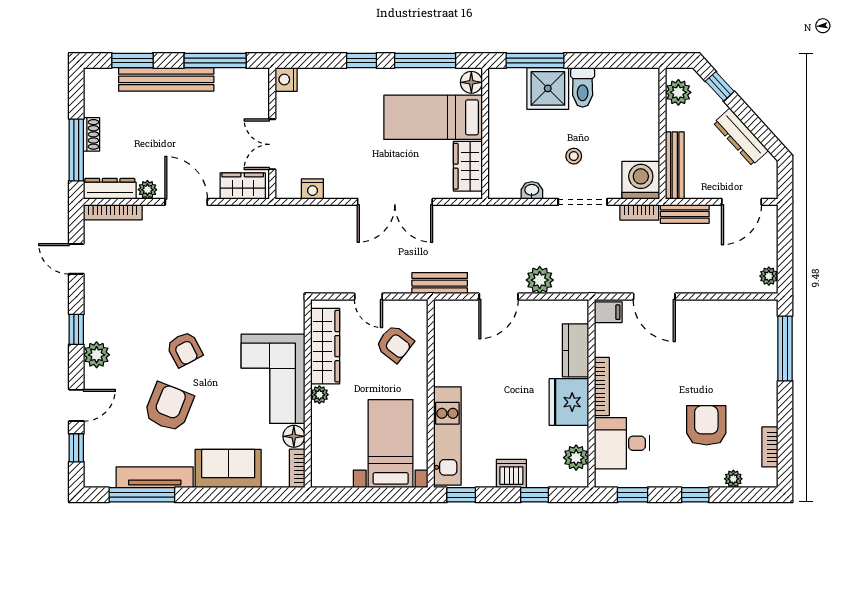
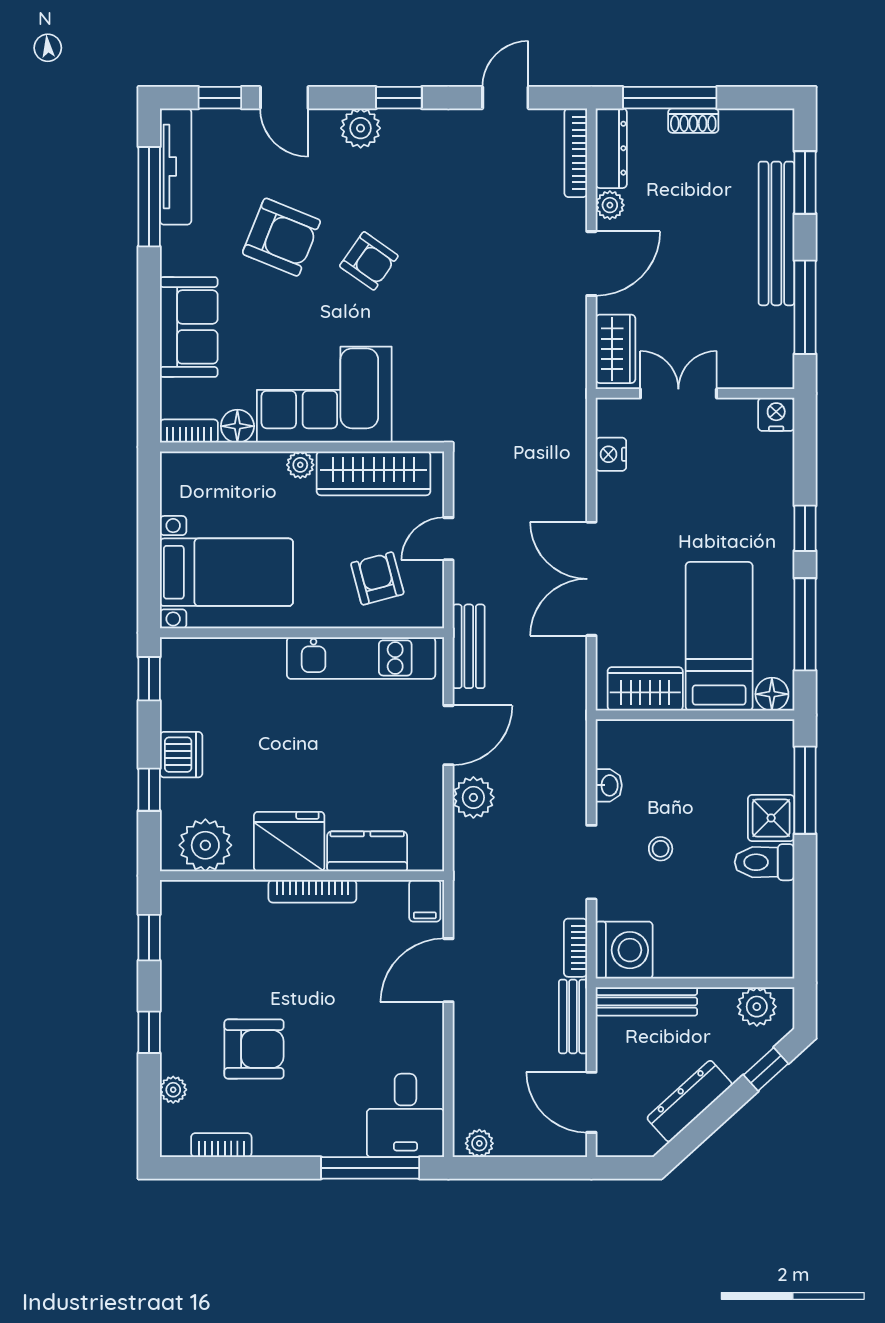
shower: (548, 88) -> (771, 818), width x0.73, depth x0.73
door: (499, 297) -> (448, 735), swing flipped
armchair: (395, 344) -> (377, 578), turned 127
armchair: (184, 349) -> (369, 261), turned -117
kitchen unit: (447, 436) -> (361, 658), moved
desk: (622, 443) -> (405, 1115), moved, turned 180
plant: (576, 458) -> (205, 845), width x1.36, depth x1.36
tv unit: (155, 477) -> (176, 166), moved

